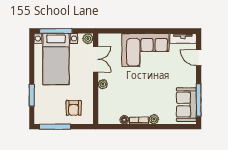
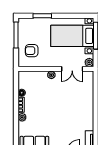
corner sofa: (145, 50) -> (80, 110), removed

